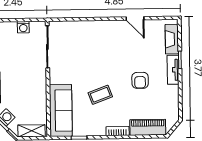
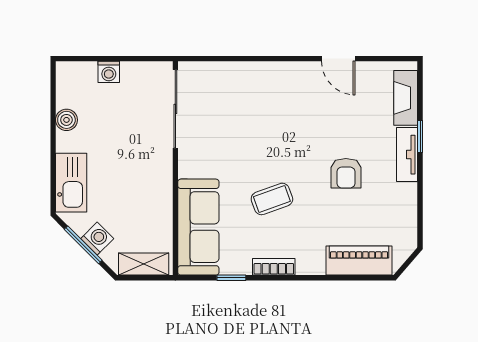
washing machine: (23, 27) -> (109, 72), moved
bookcase: (118, 131) -> (274, 267), moved

